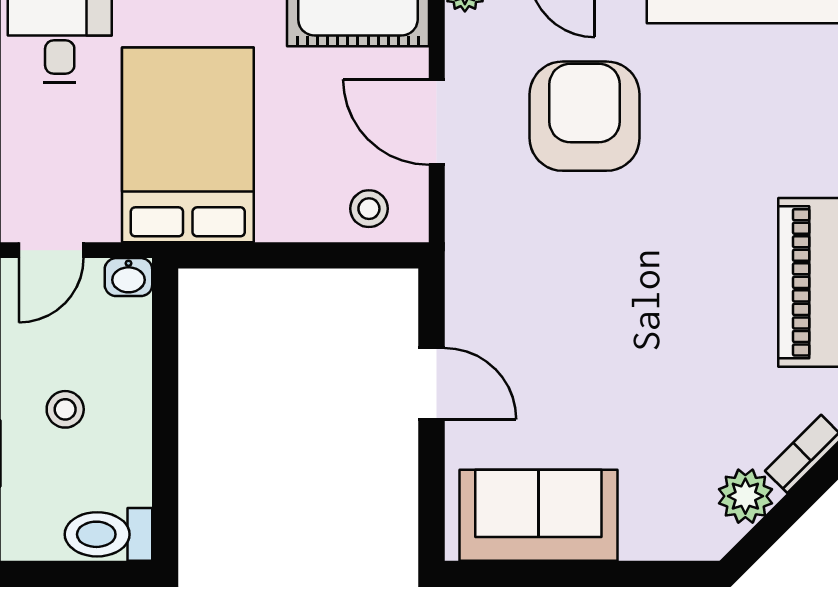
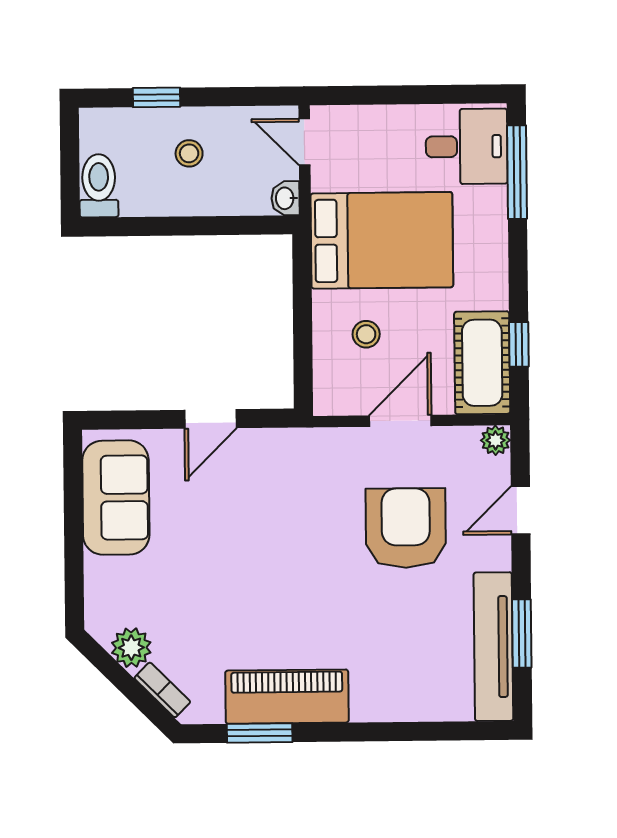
armchair: (585, 116) -> (406, 528), turned -90
stool: (369, 209) -> (366, 334), moved

